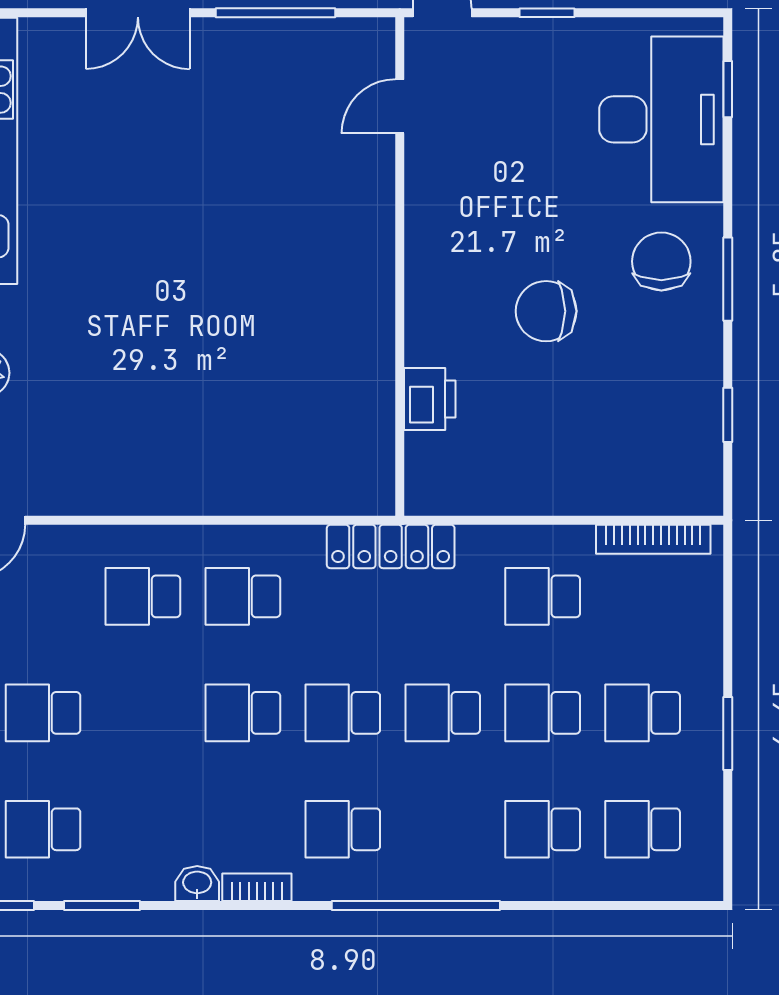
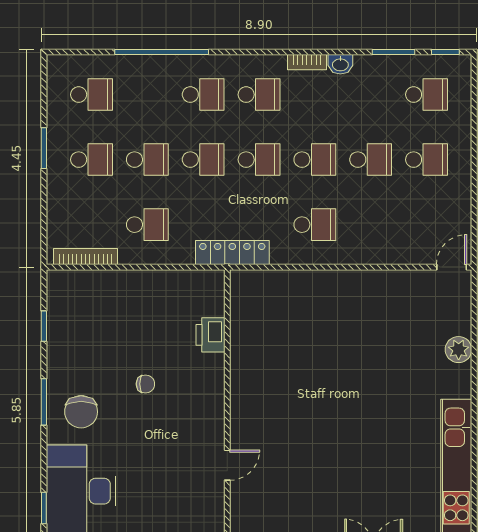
door: (400, 106) -> (227, 465), moved
chair: (546, 311) -> (145, 384), width x0.54, depth x0.54
school desk: (143, 596) -> (371, 160), moved
school desk: (543, 829) -> (203, 95), moved
window: (416, 905) -> (162, 52), moved

